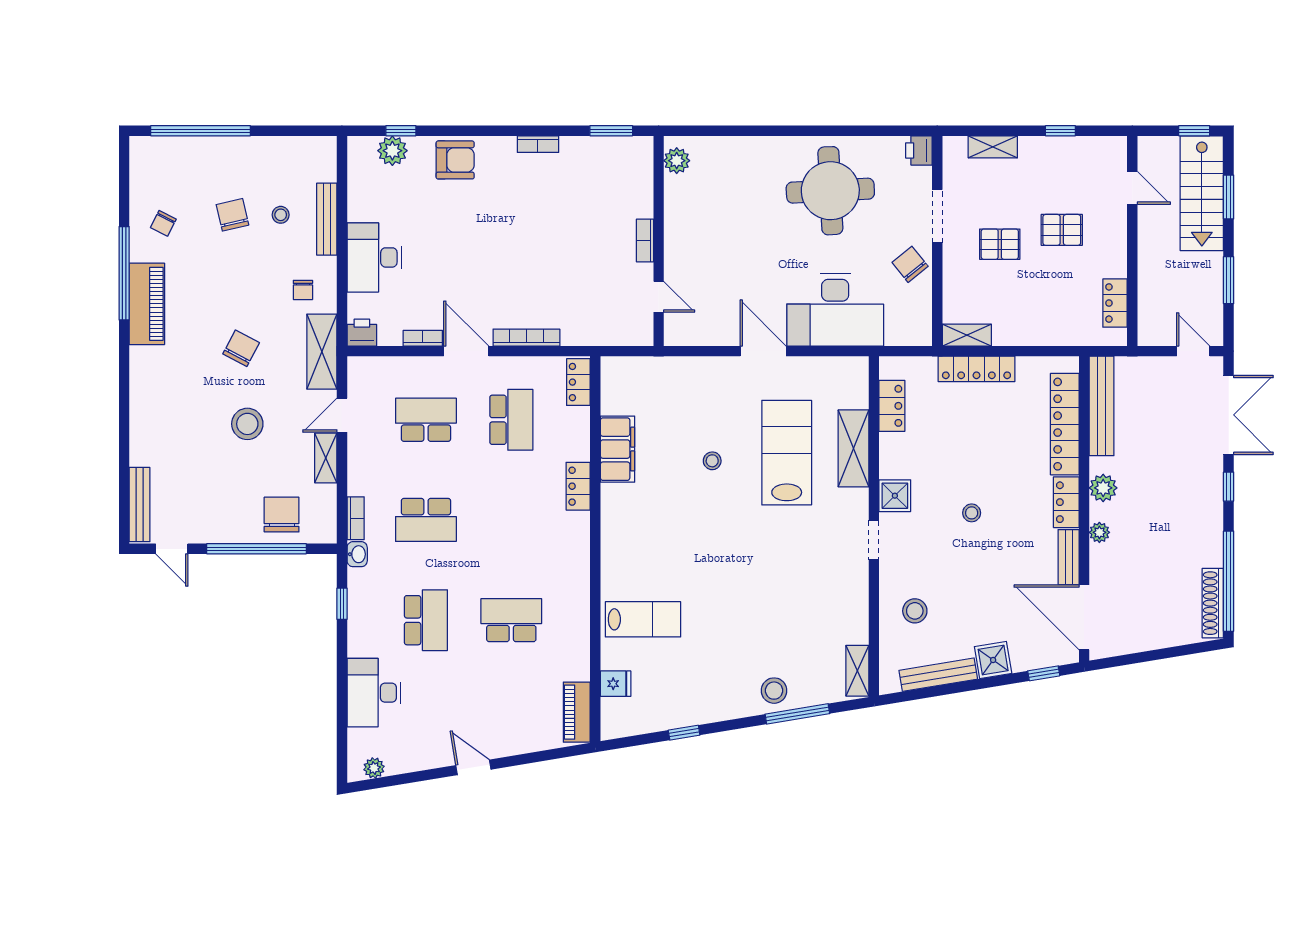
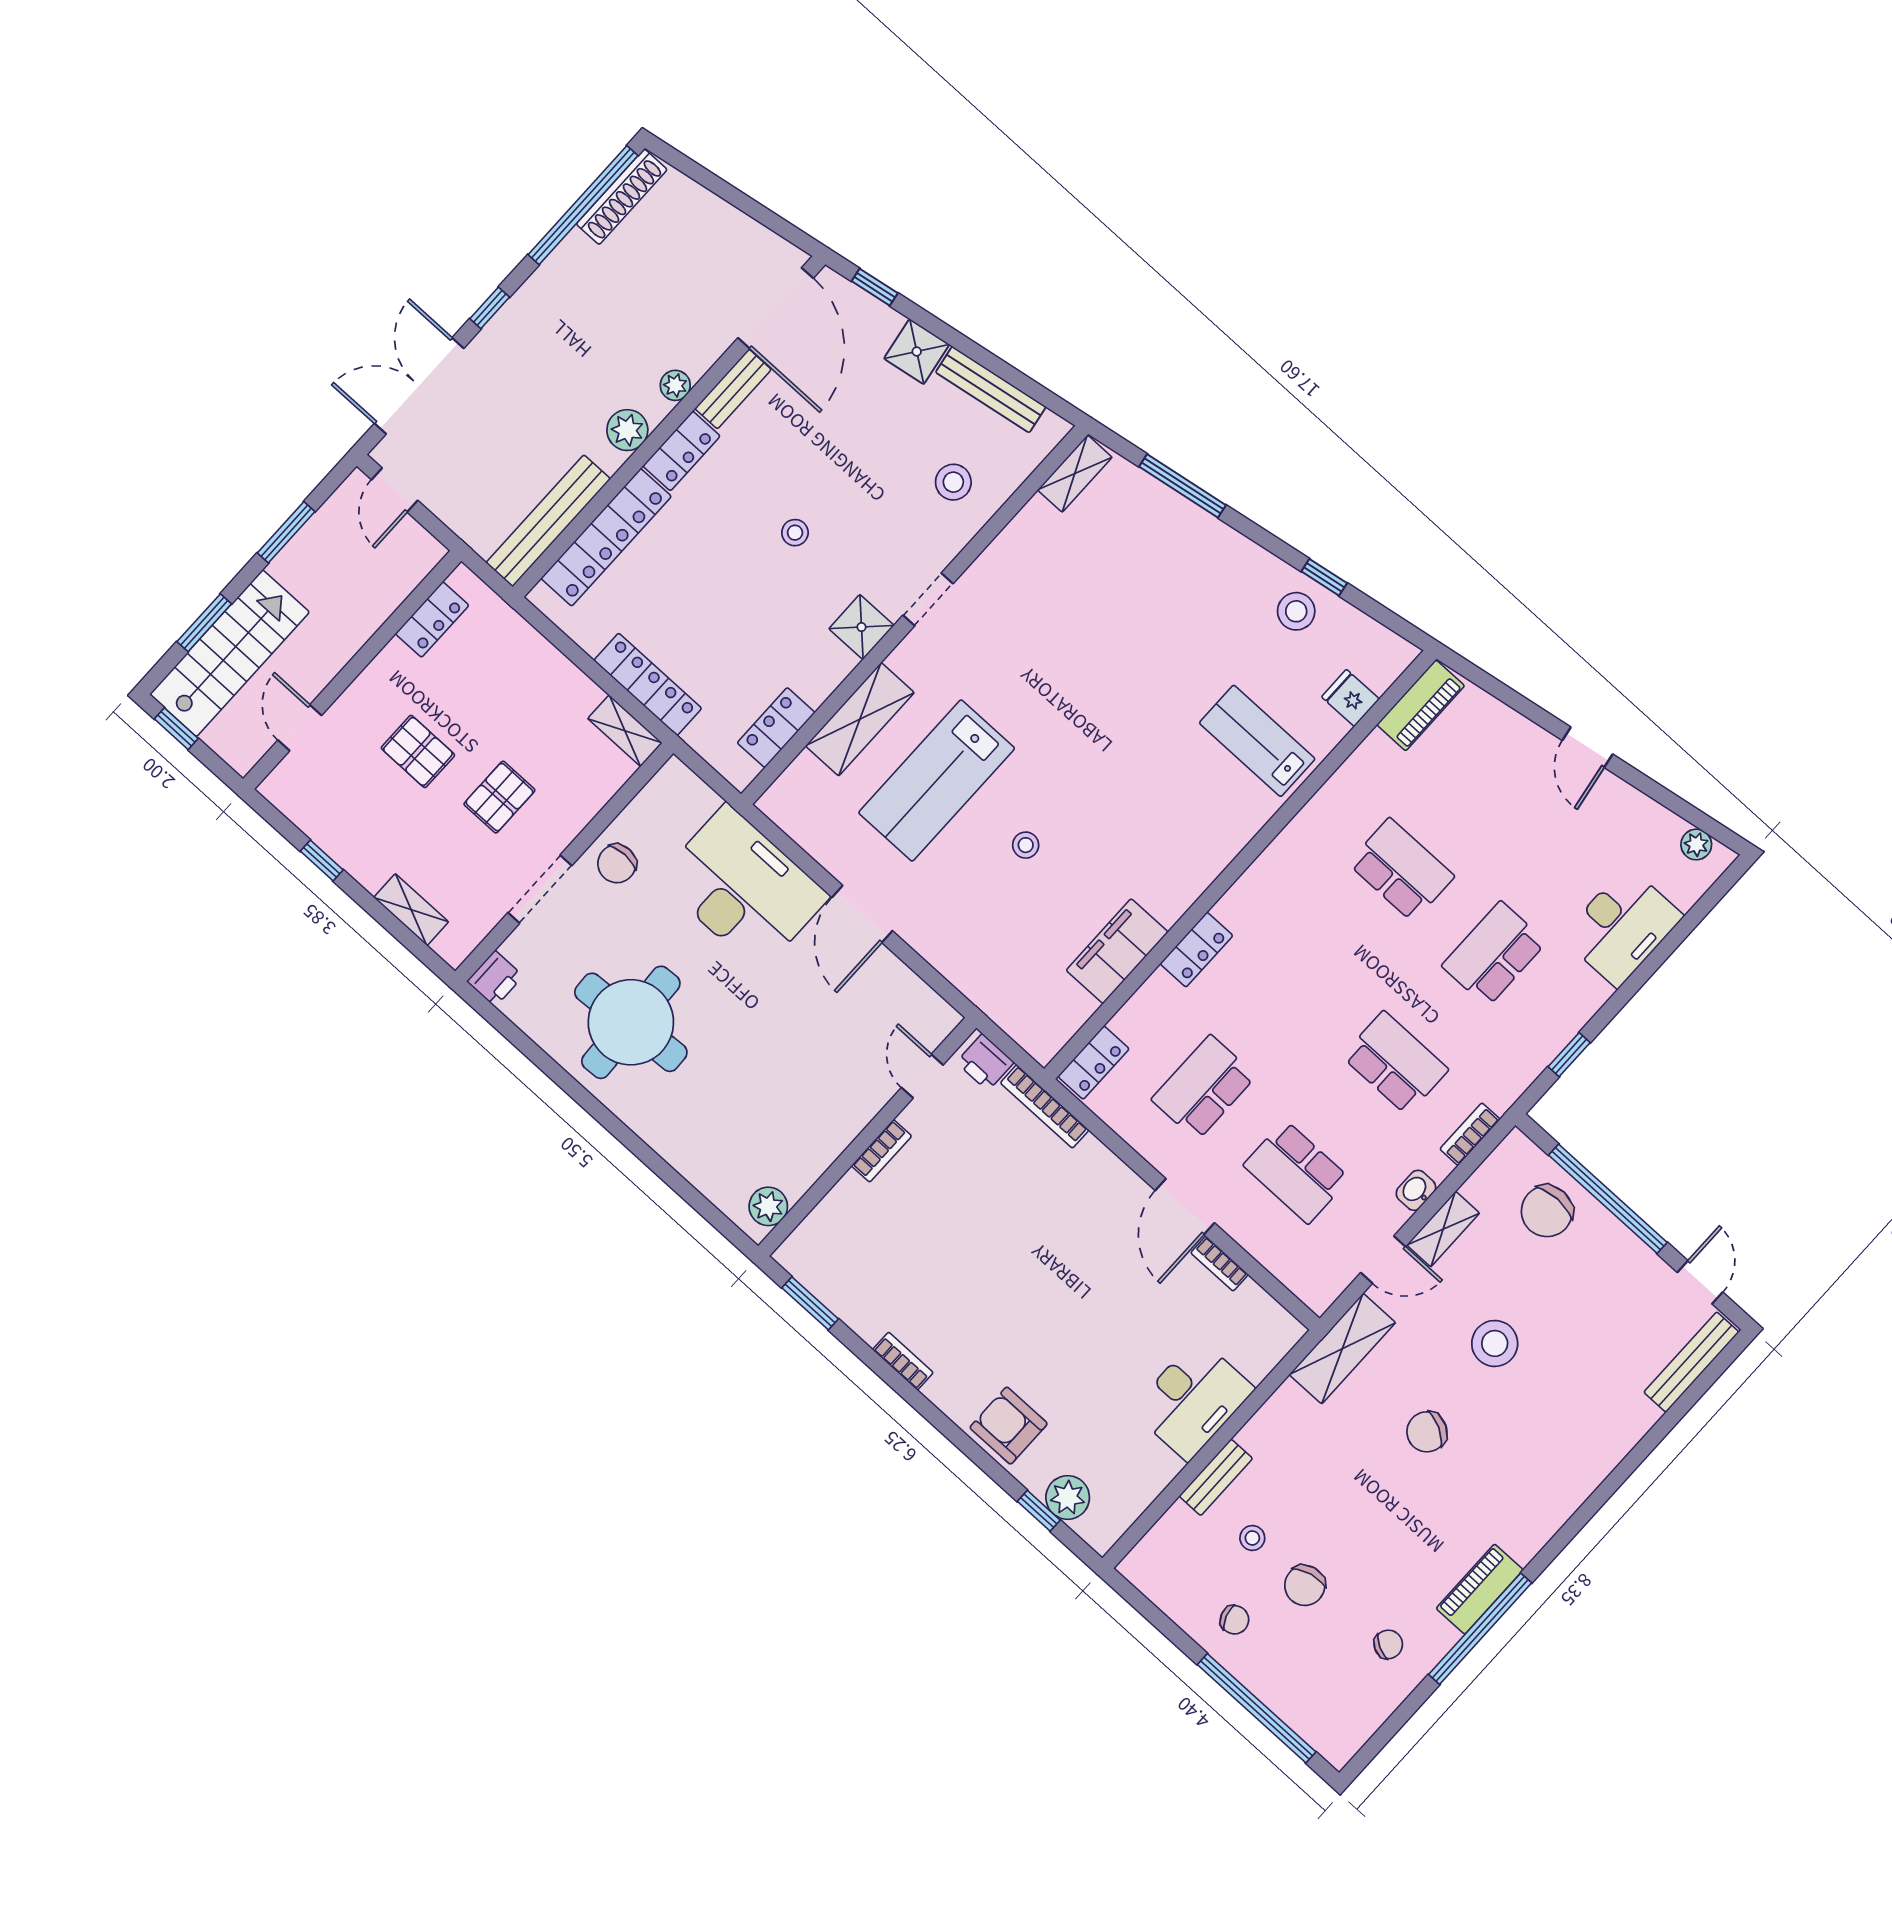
bench: (327, 219) -> (1216, 1477), width x0.73
pallet: (1000, 244) -> (499, 797), turned 90
chair: (910, 264) -> (617, 864), turned 39
chair: (303, 290) -> (1234, 1620), moved, turned 71
piano: (147, 304) -> (1480, 1589), width x0.73, depth x0.75
printer: (362, 333) -> (985, 1062), moved
bookcase: (526, 338) -> (1045, 1106), moved
washbasin: (357, 554) -> (1416, 1190), moved
school desk: (511, 620) -> (1401, 870), turned 180
stool: (774, 691) -> (1296, 611), moved

